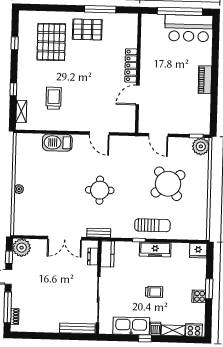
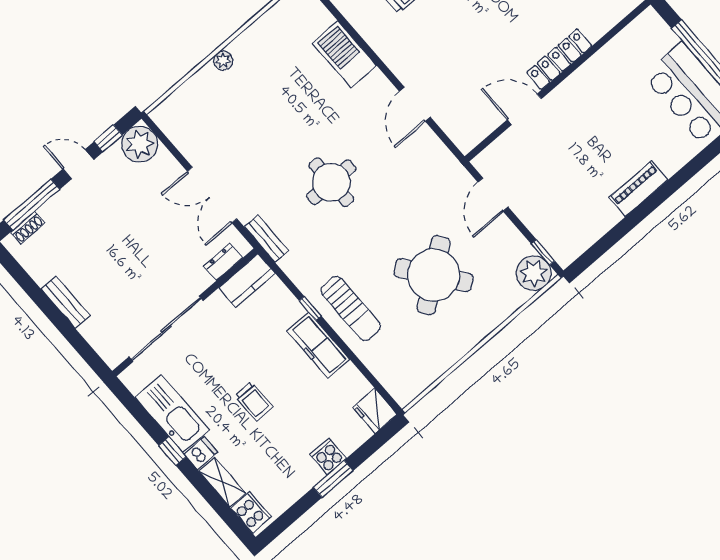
cooker: (199, 296) -> (328, 456), moved
bench: (77, 328) -> (66, 302), moved, width x0.73

